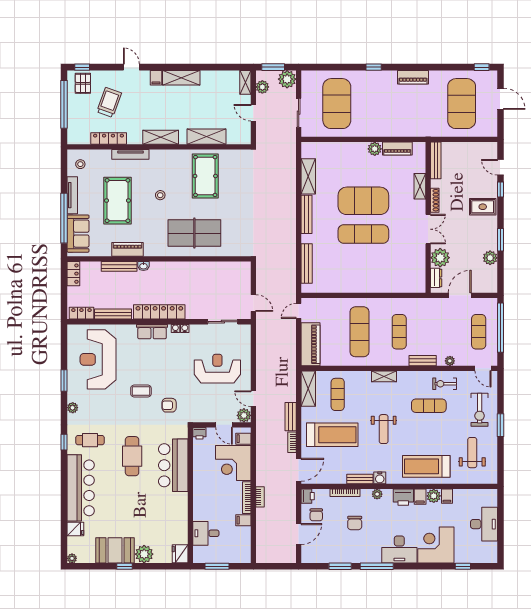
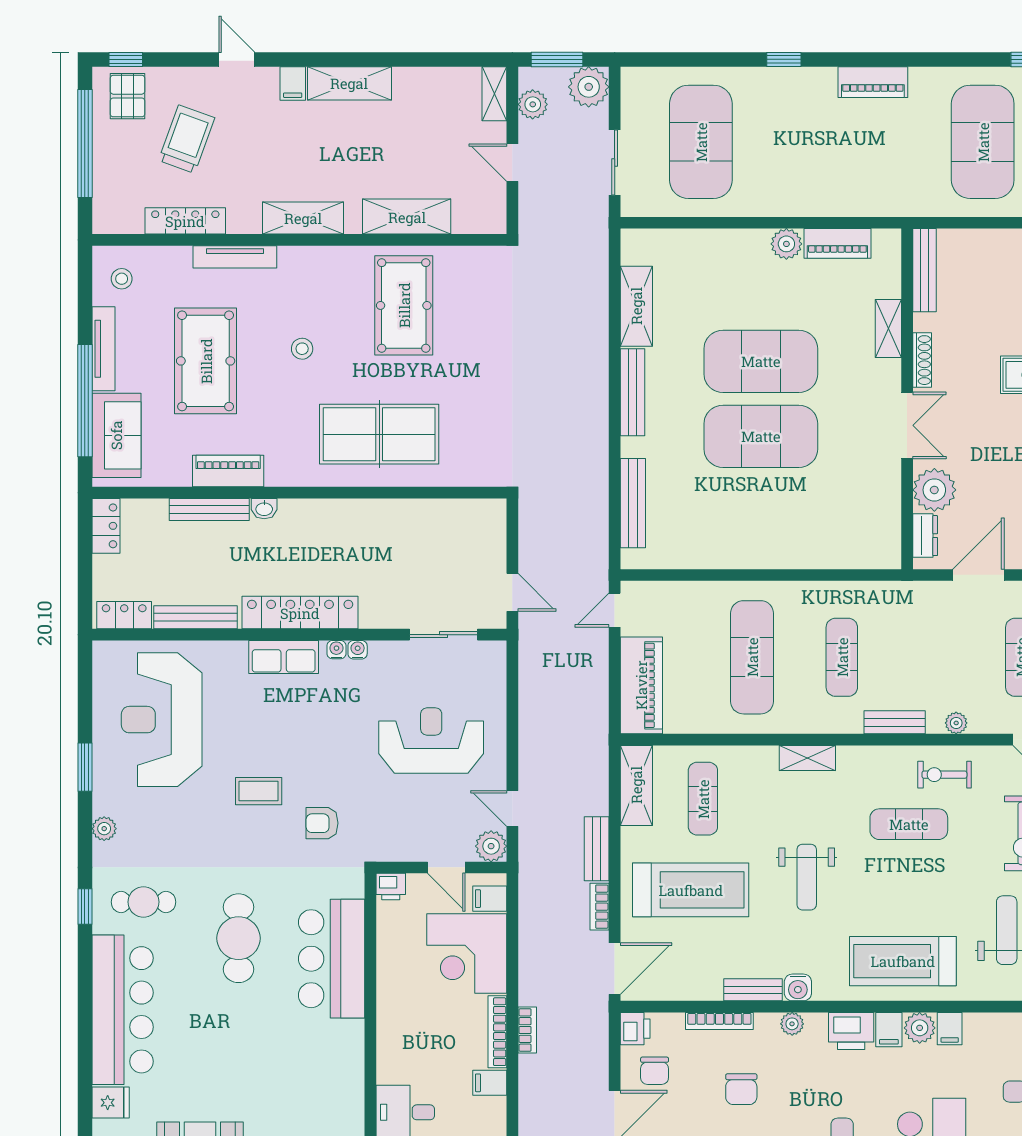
exercise mat: (363, 234) -> (761, 436), width x1.47

